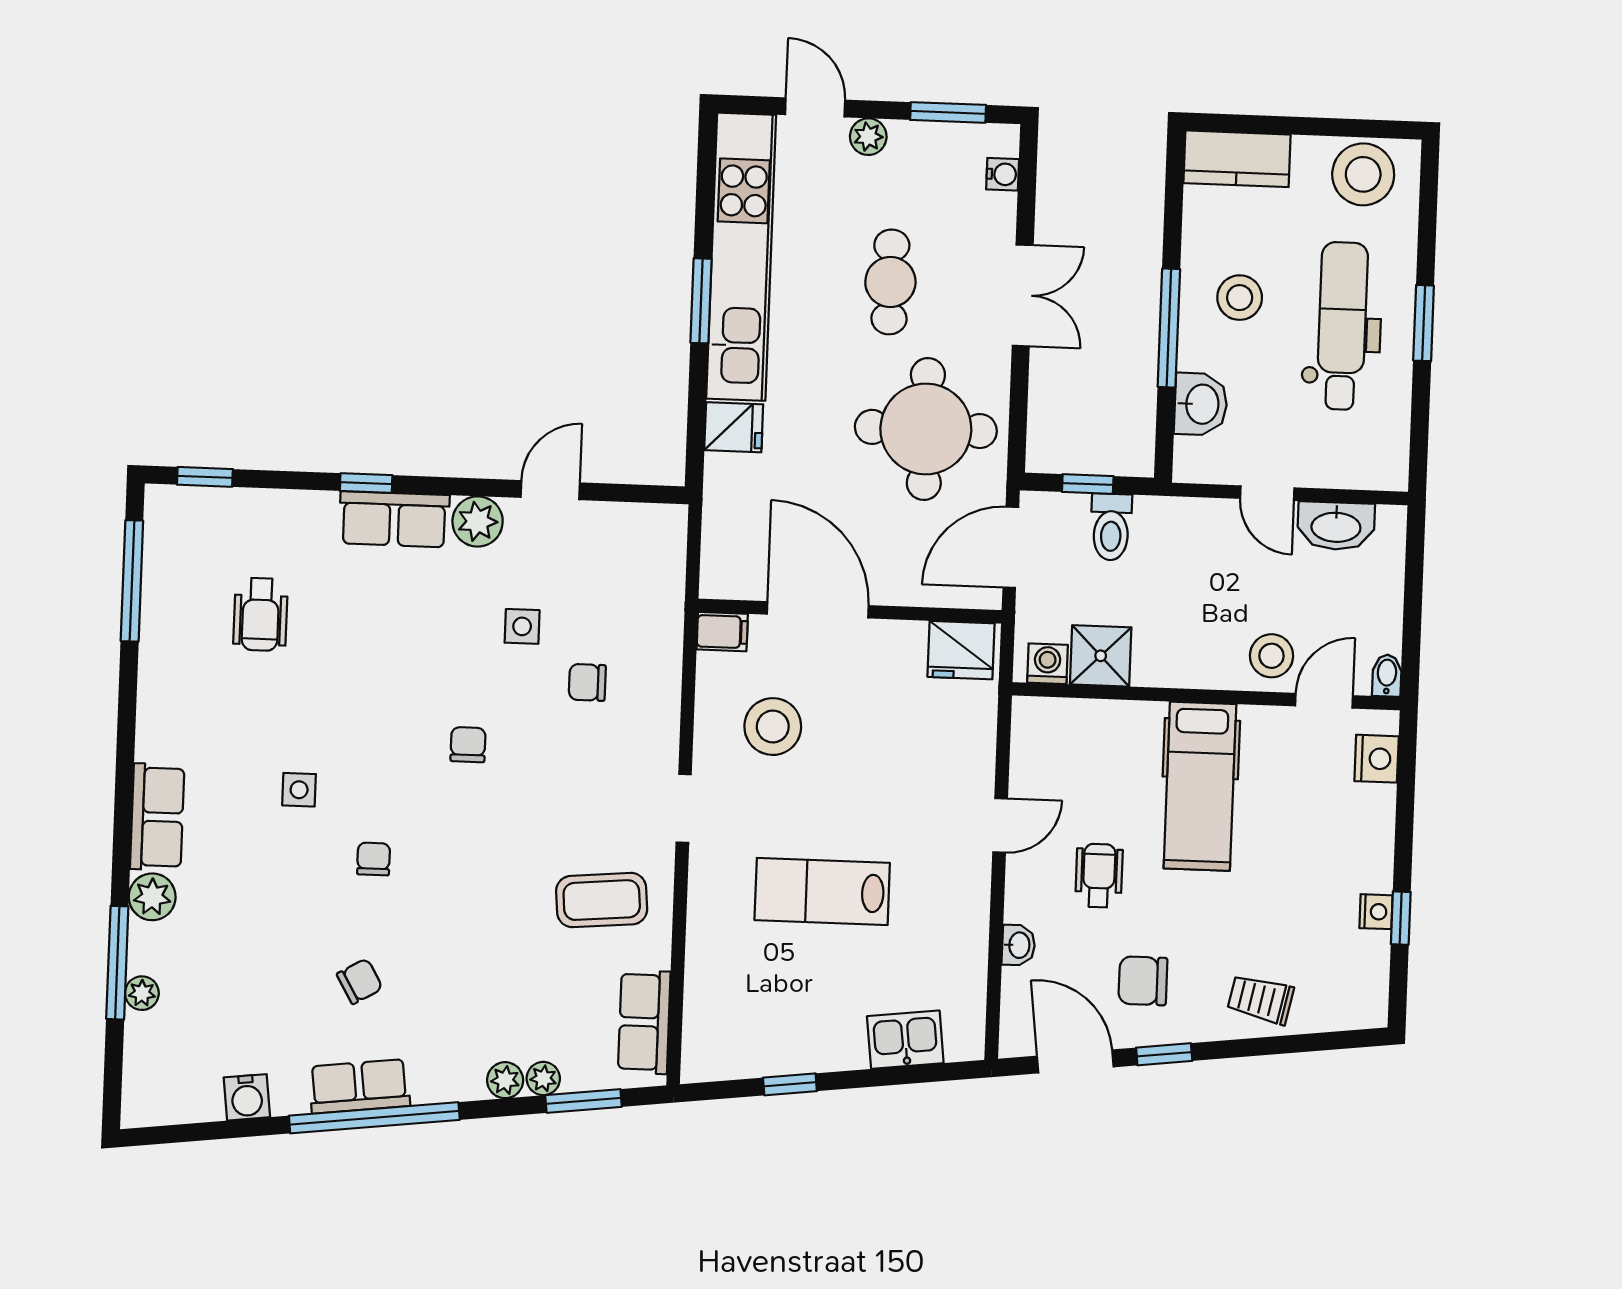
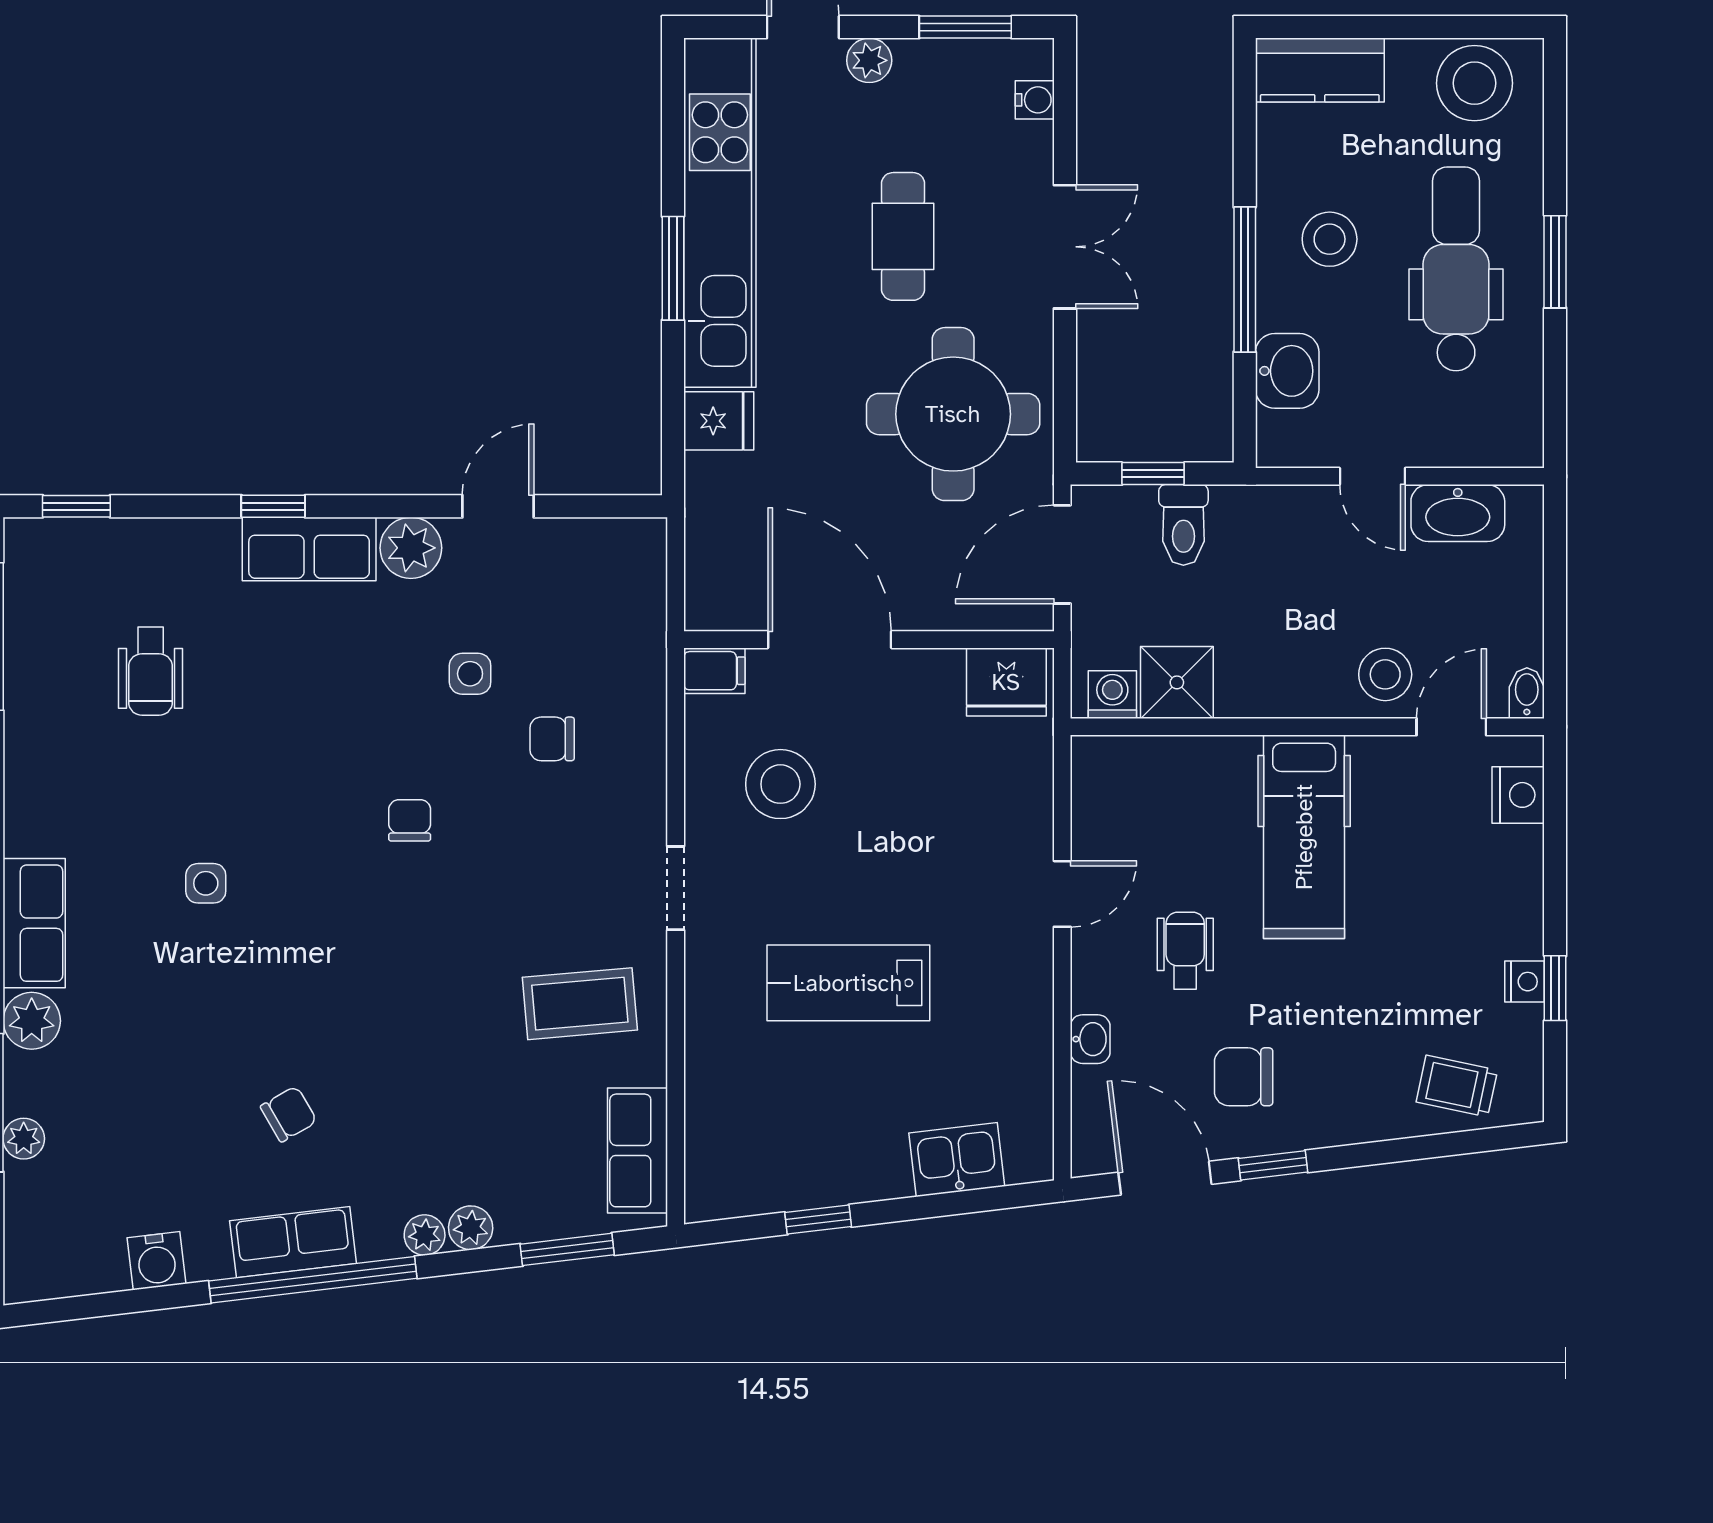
chair: (374, 859) -> (300, 964), removed
trolley: (1261, 999) -> (1457, 1086), moved
plant: (543, 1079) -> (425, 1235), moved

